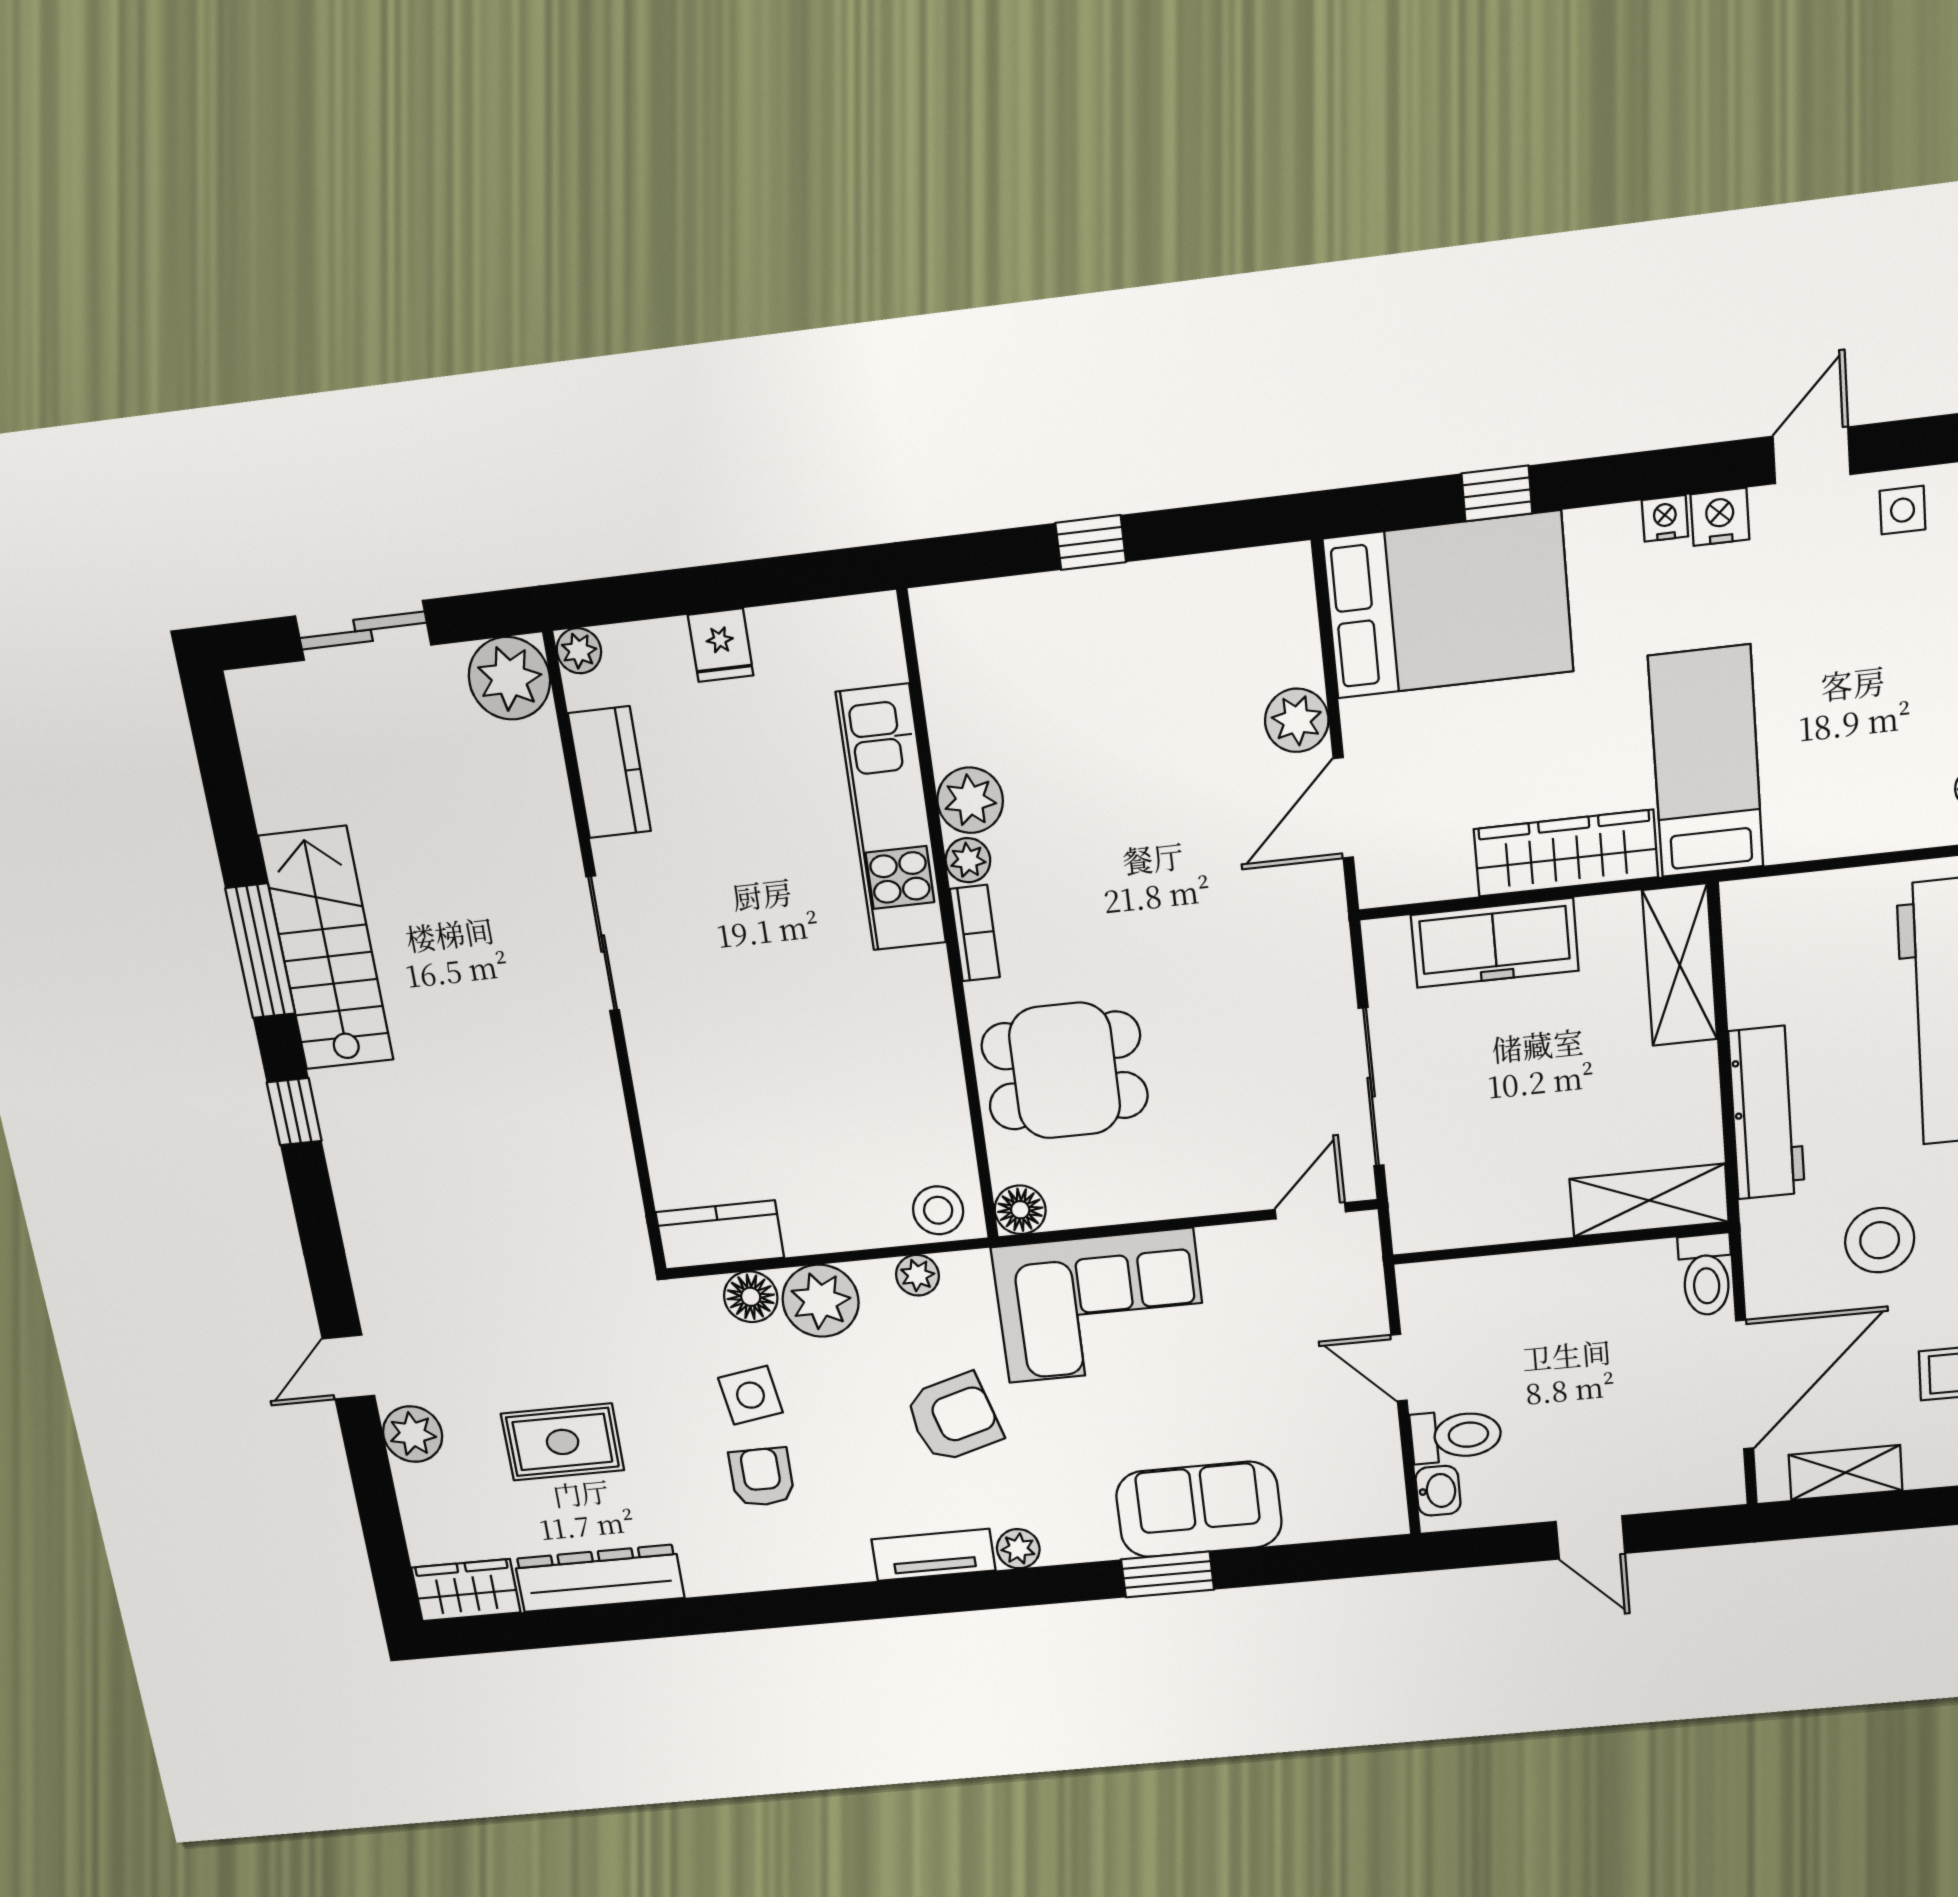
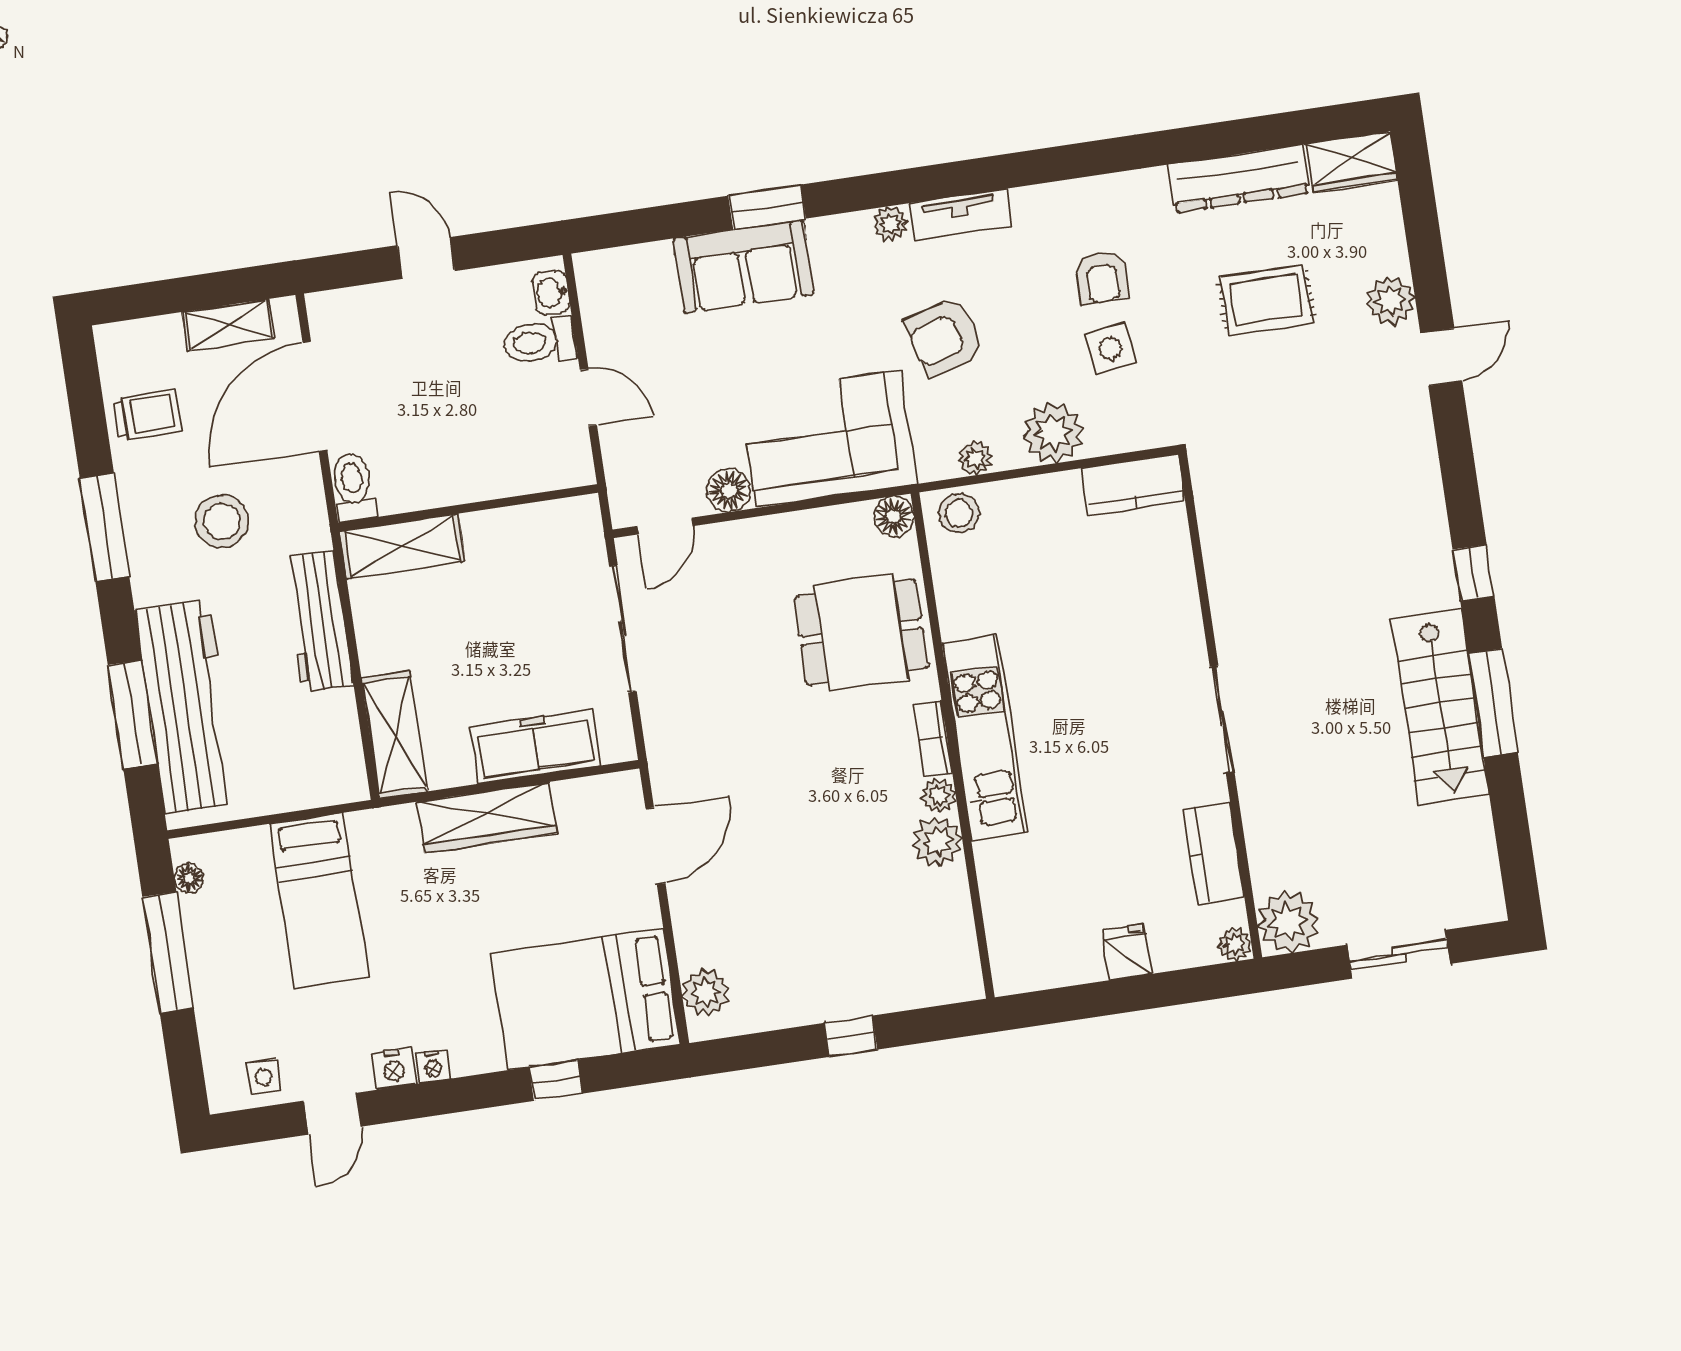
plant: (1297, 720) -> (705, 992), moved
bed: (1706, 762) -> (319, 901), moved
kitchen unit: (891, 818) -> (984, 737), moved
floor lamp: (751, 1297) -> (729, 490), moved

